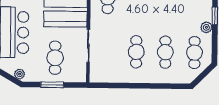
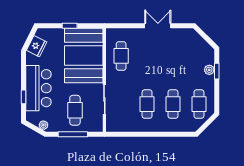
plant: (206, 27) -> (209, 70), moved
window: (52, 85) -> (73, 134), width x1.44

